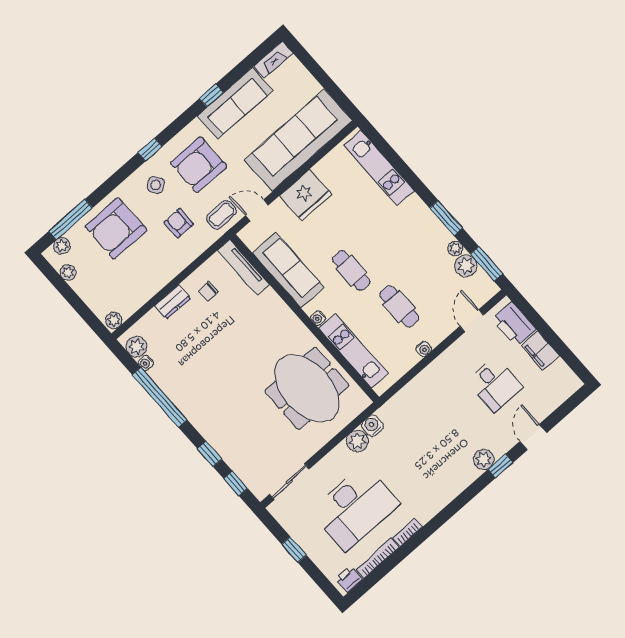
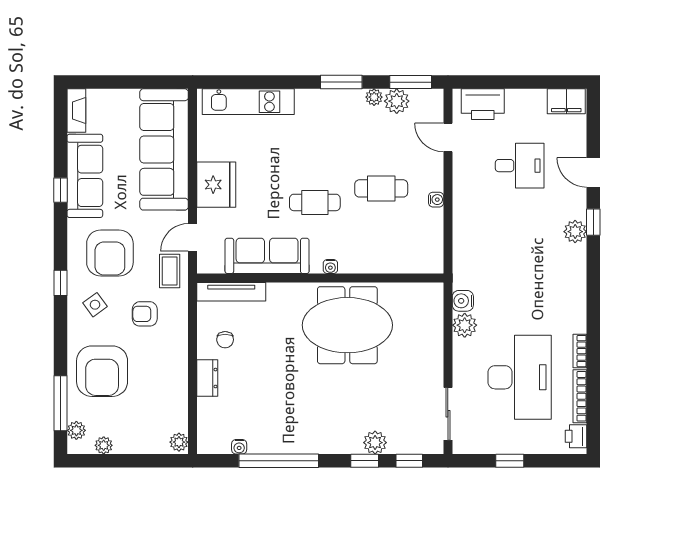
plant: (137, 347) -> (375, 443), moved
filing cabinet: (540, 350) -> (566, 101), moved
kitchen unit: (354, 351) -> (385, 261), removed
meeting table: (307, 388) -> (347, 325), moved

